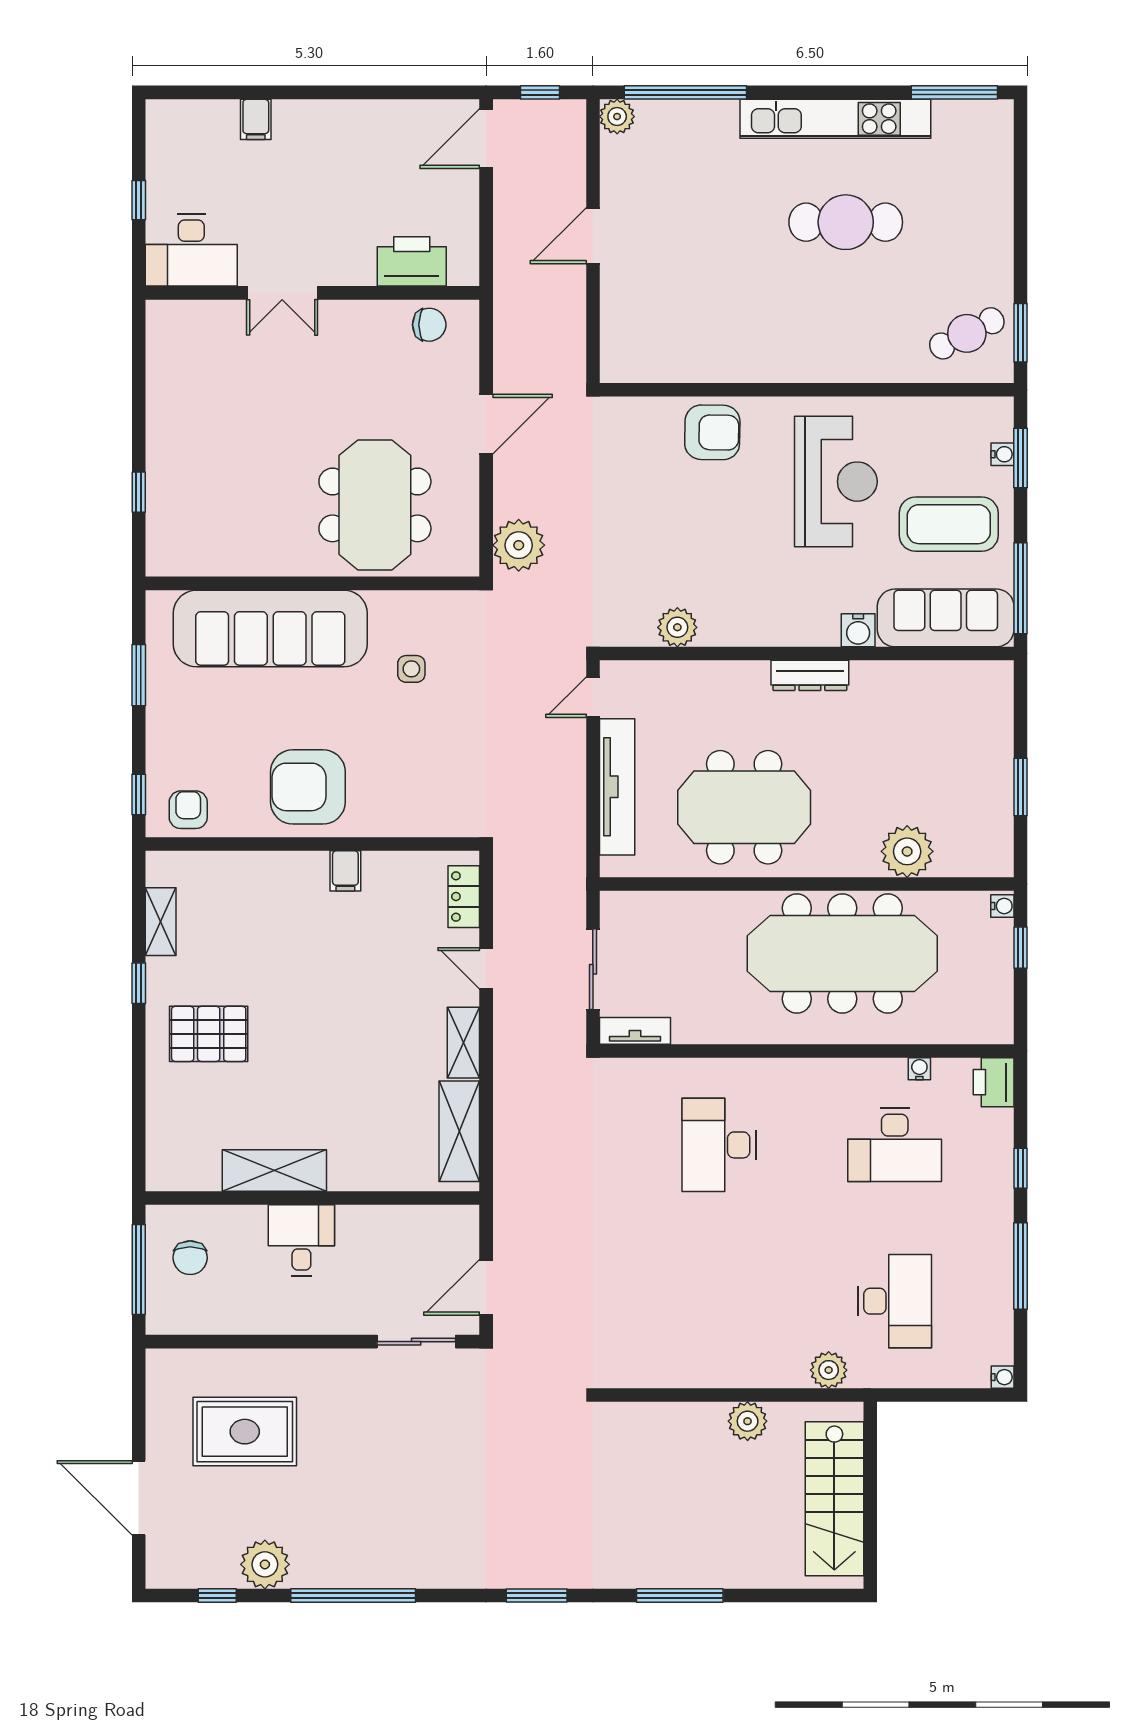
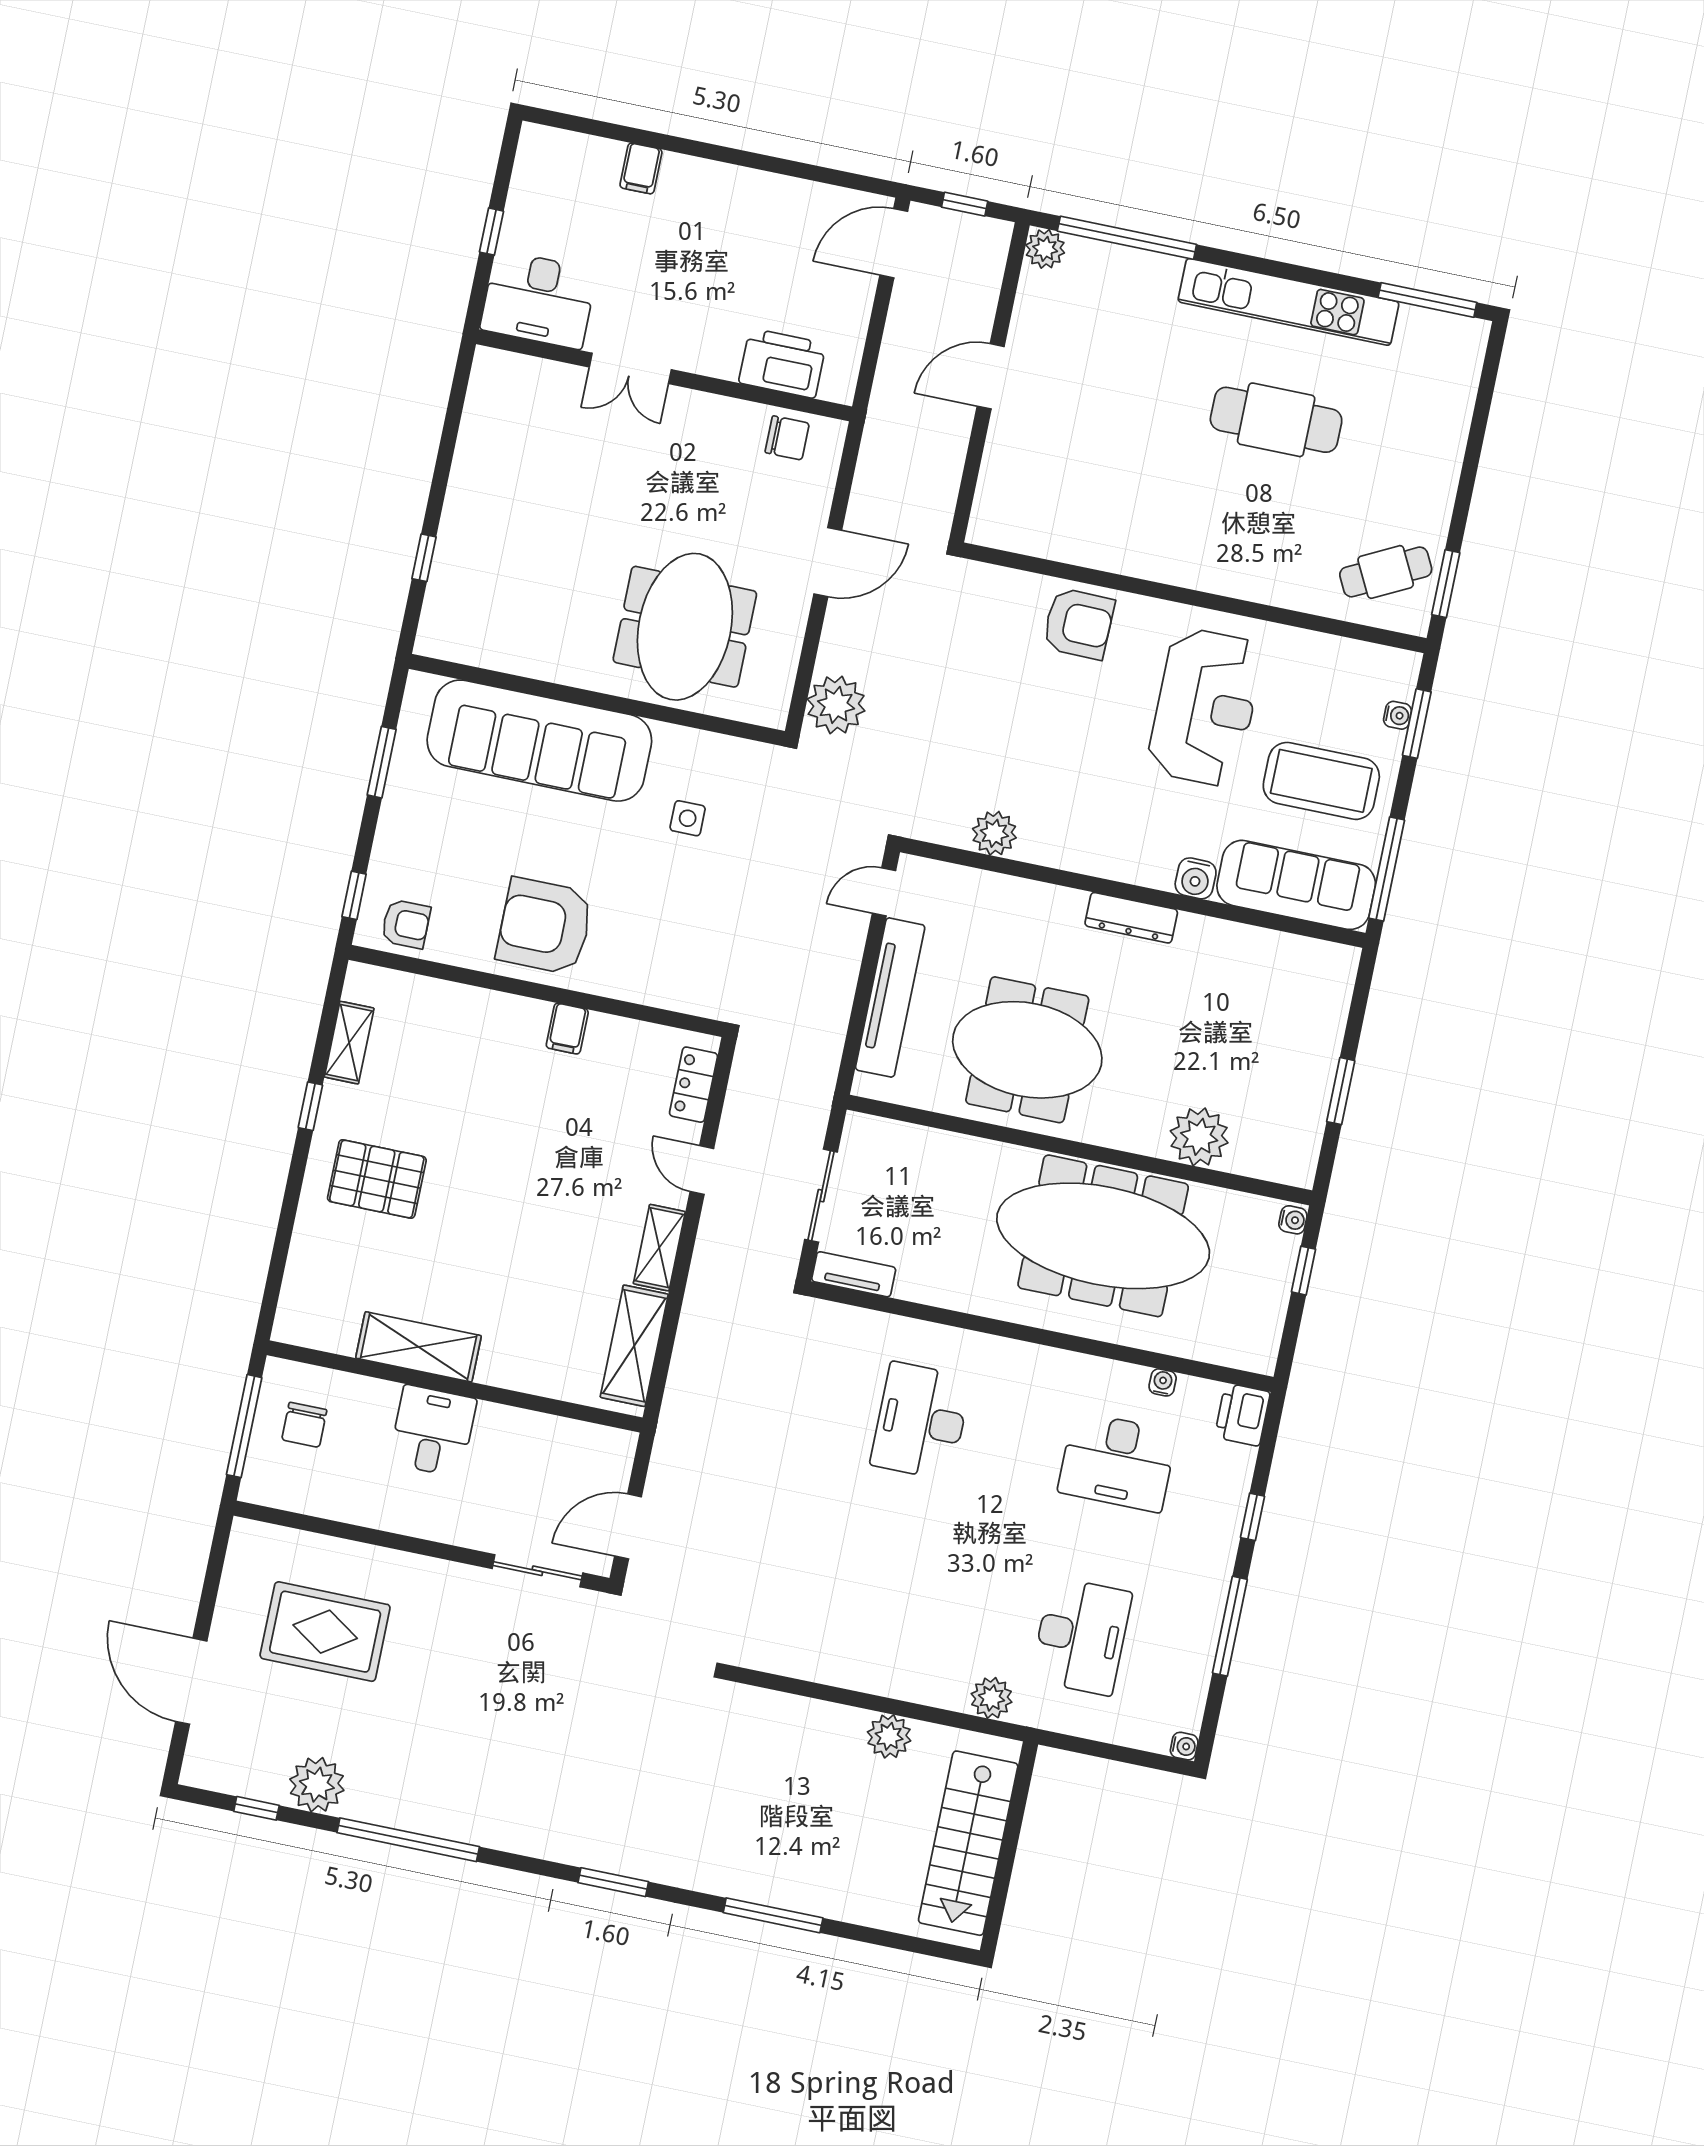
armchair: (188, 810) -> (406, 924), turned 90

